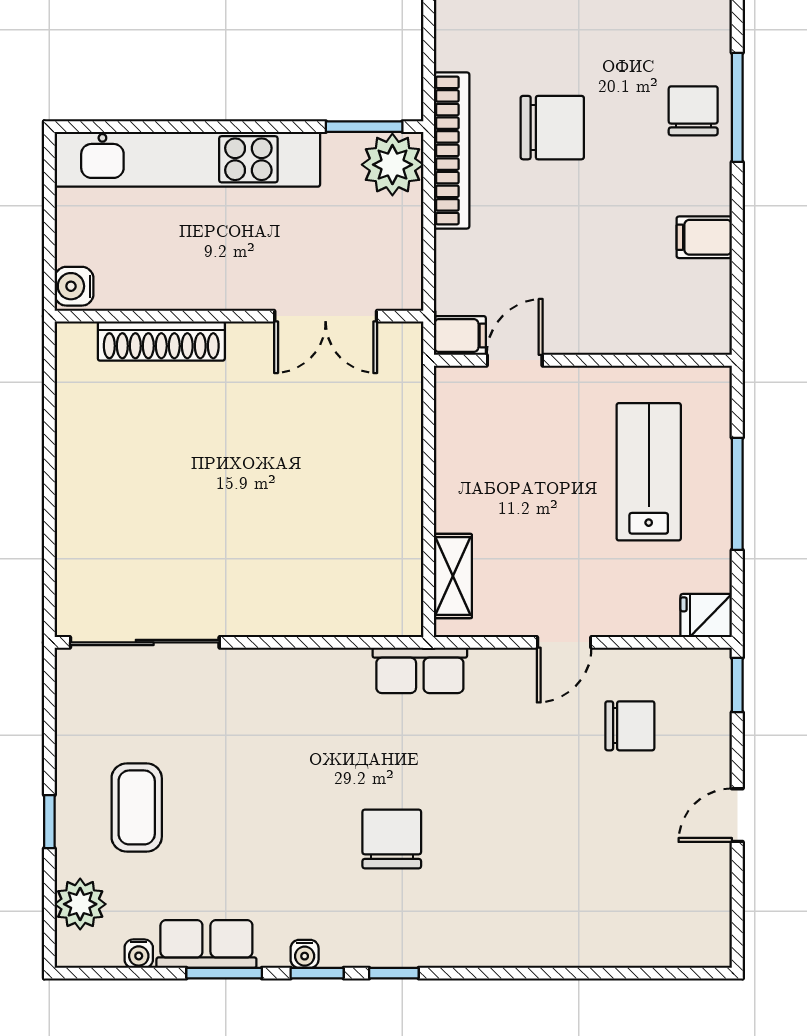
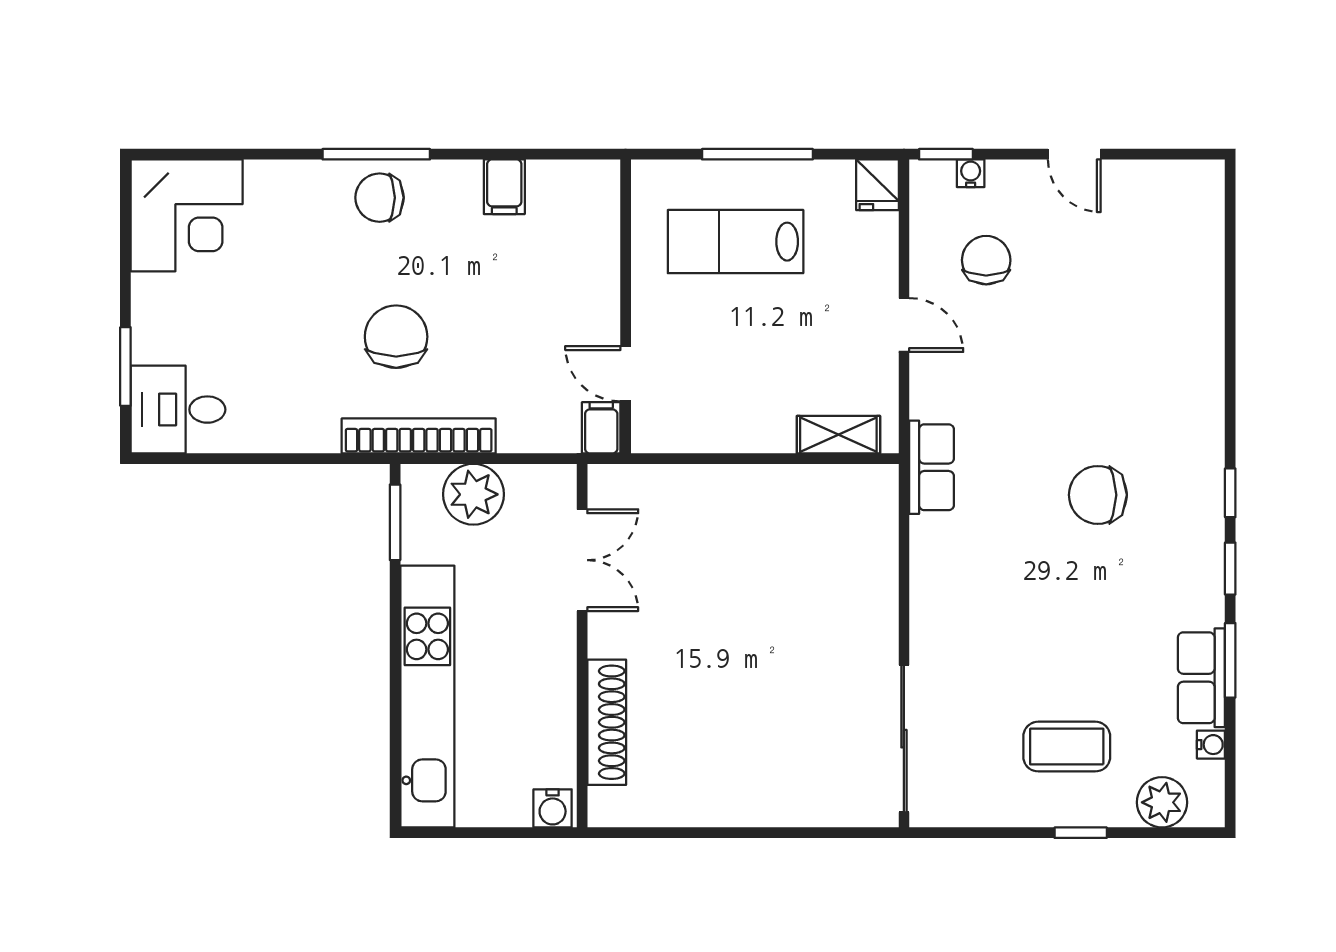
plant: (392, 165) -> (473, 494), moved
water cooler: (305, 954) -> (971, 173), moved, turned -90

